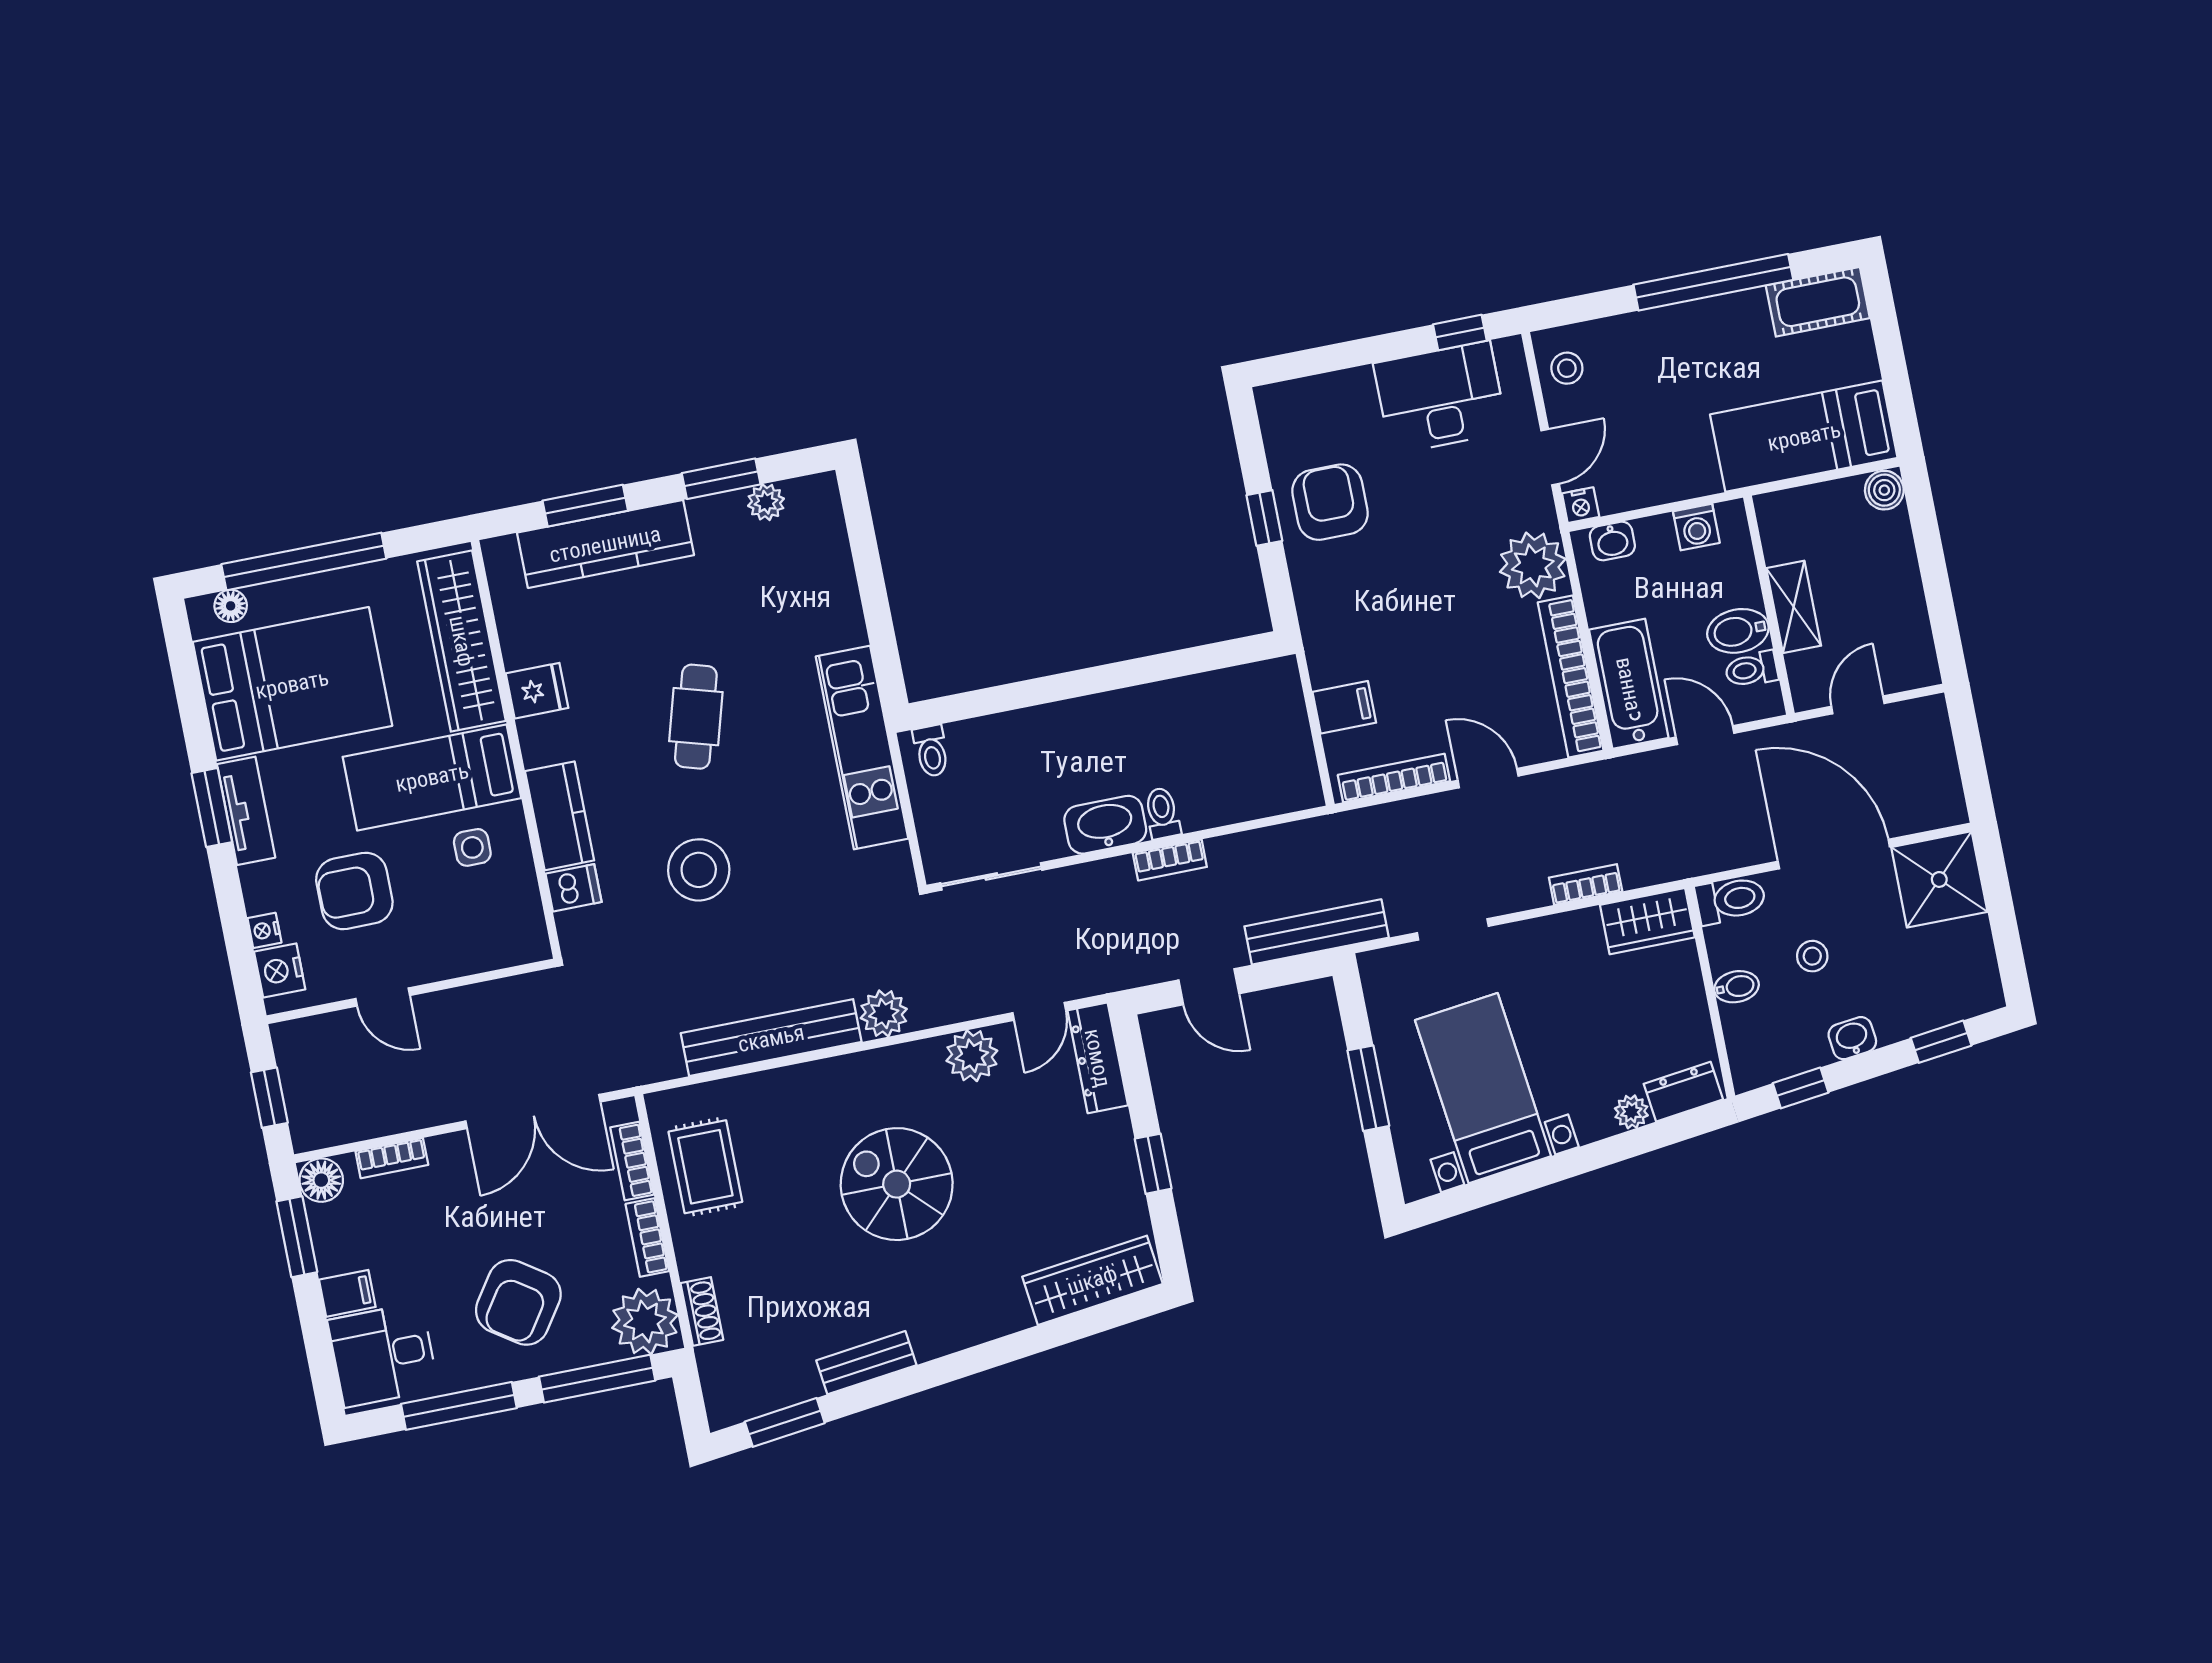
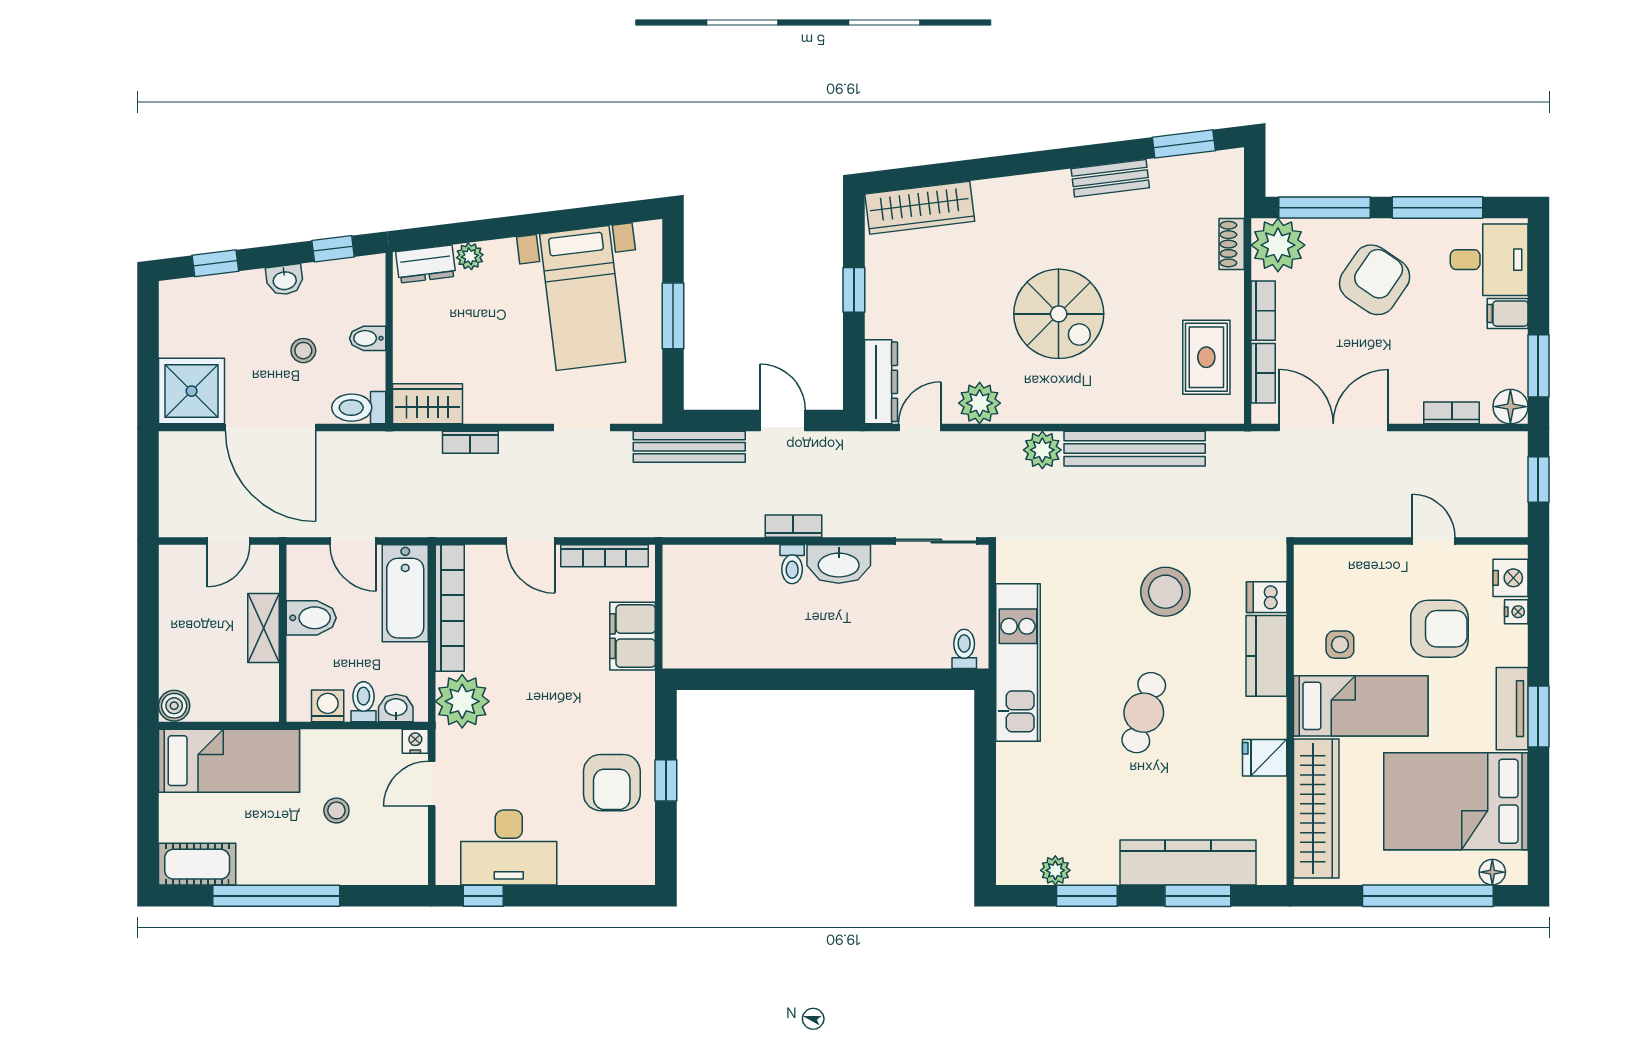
stool: (1567, 368) -> (336, 810), moved
toilet: (1751, 669) -> (363, 702), moved, turned -90
filing cabinet: (1344, 707) -> (633, 636), width x2.00

